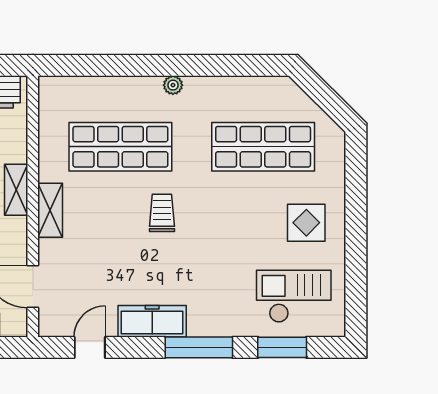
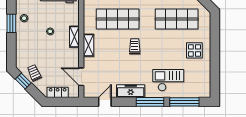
checkout: (294, 296) -> (168, 80), moved
window: (282, 347) -> (184, 102), width x1.44

